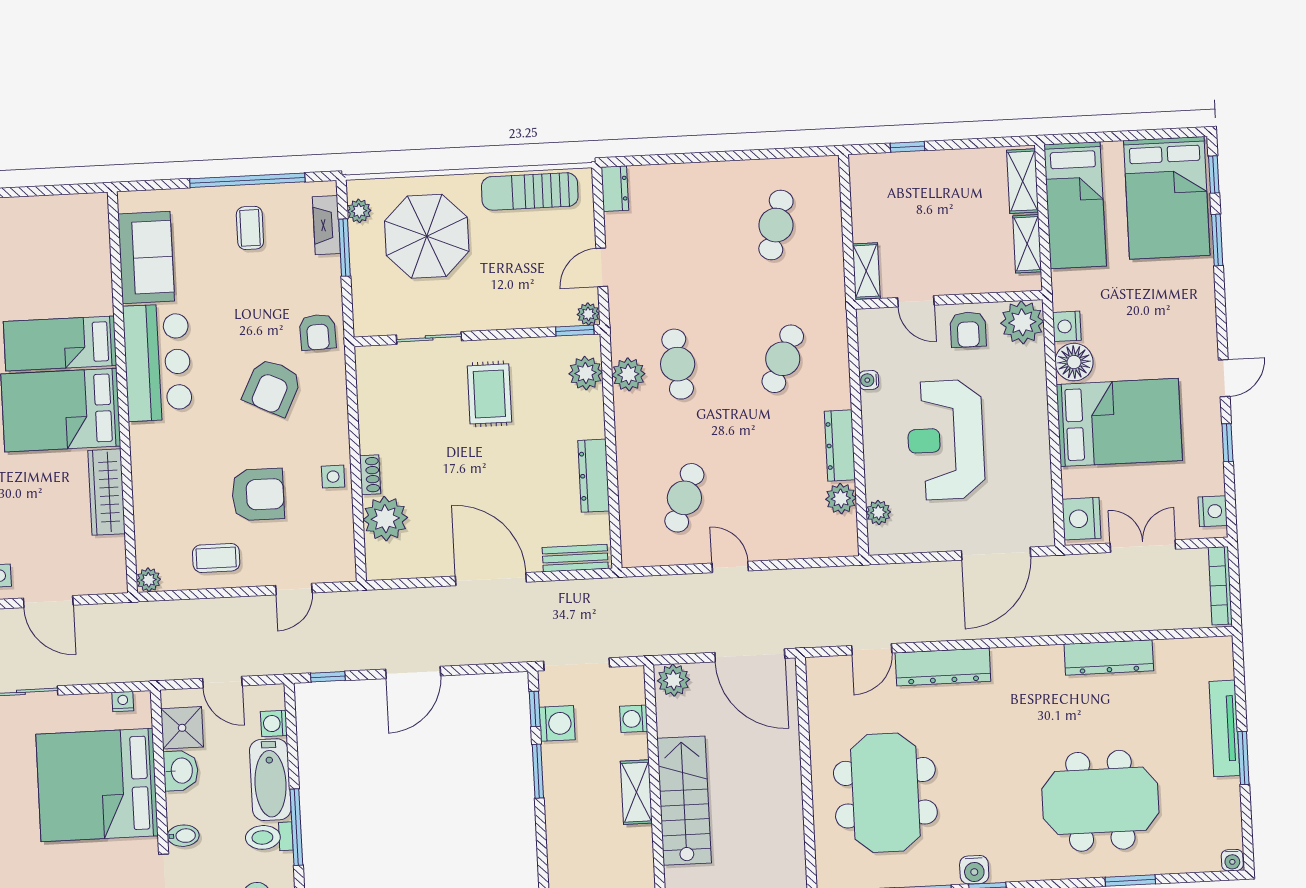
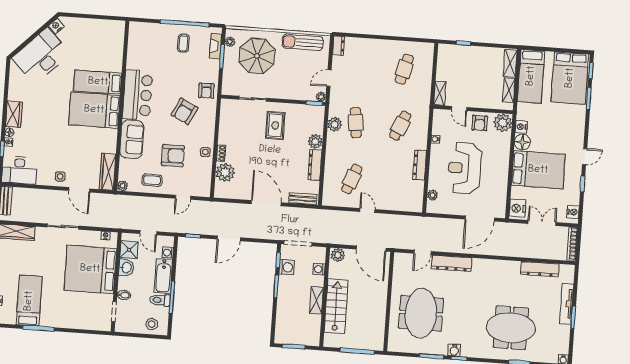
sofa: (146, 257) -> (132, 139), moved
plant: (586, 373) -> (315, 142), moved
wardrobe: (106, 492) -> (108, 172), moved
plant: (841, 499) -> (417, 187), removed
dresser: (1109, 657) -> (540, 269), moved

